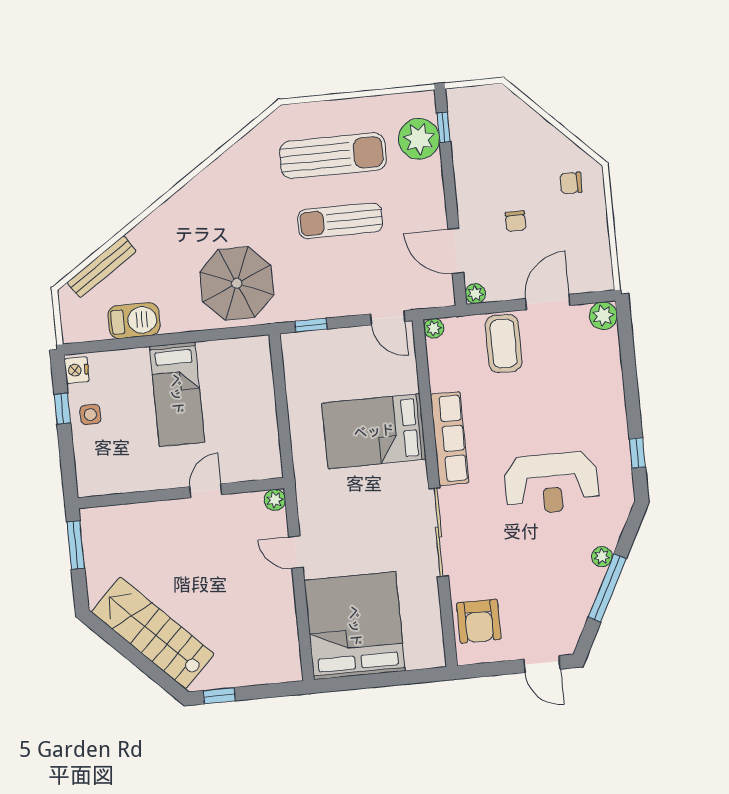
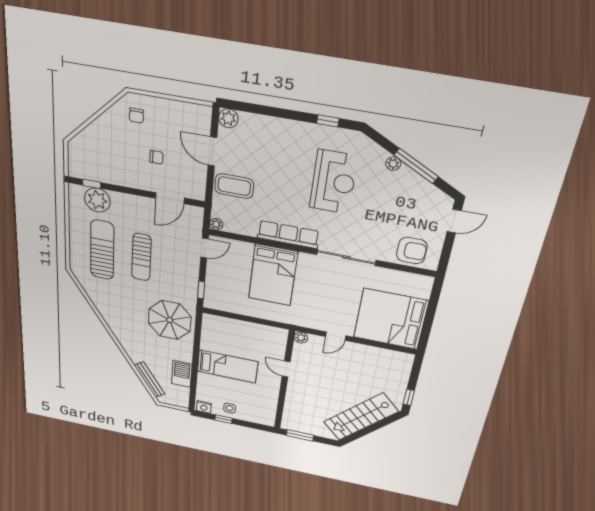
plant: (475, 294) -> (199, 194), removed

